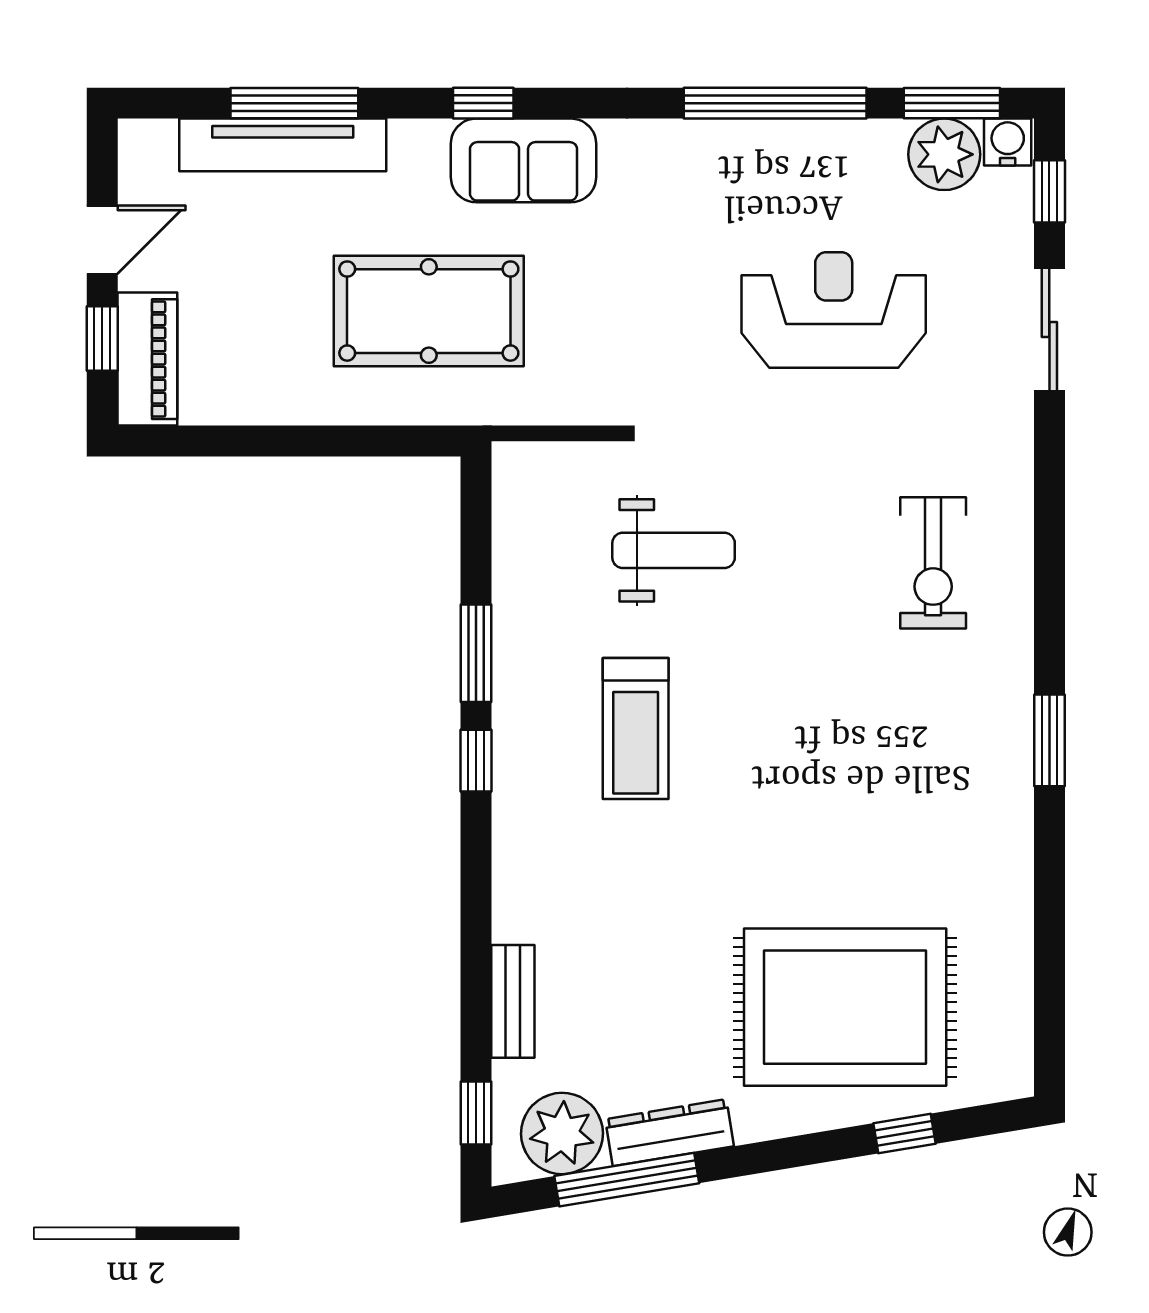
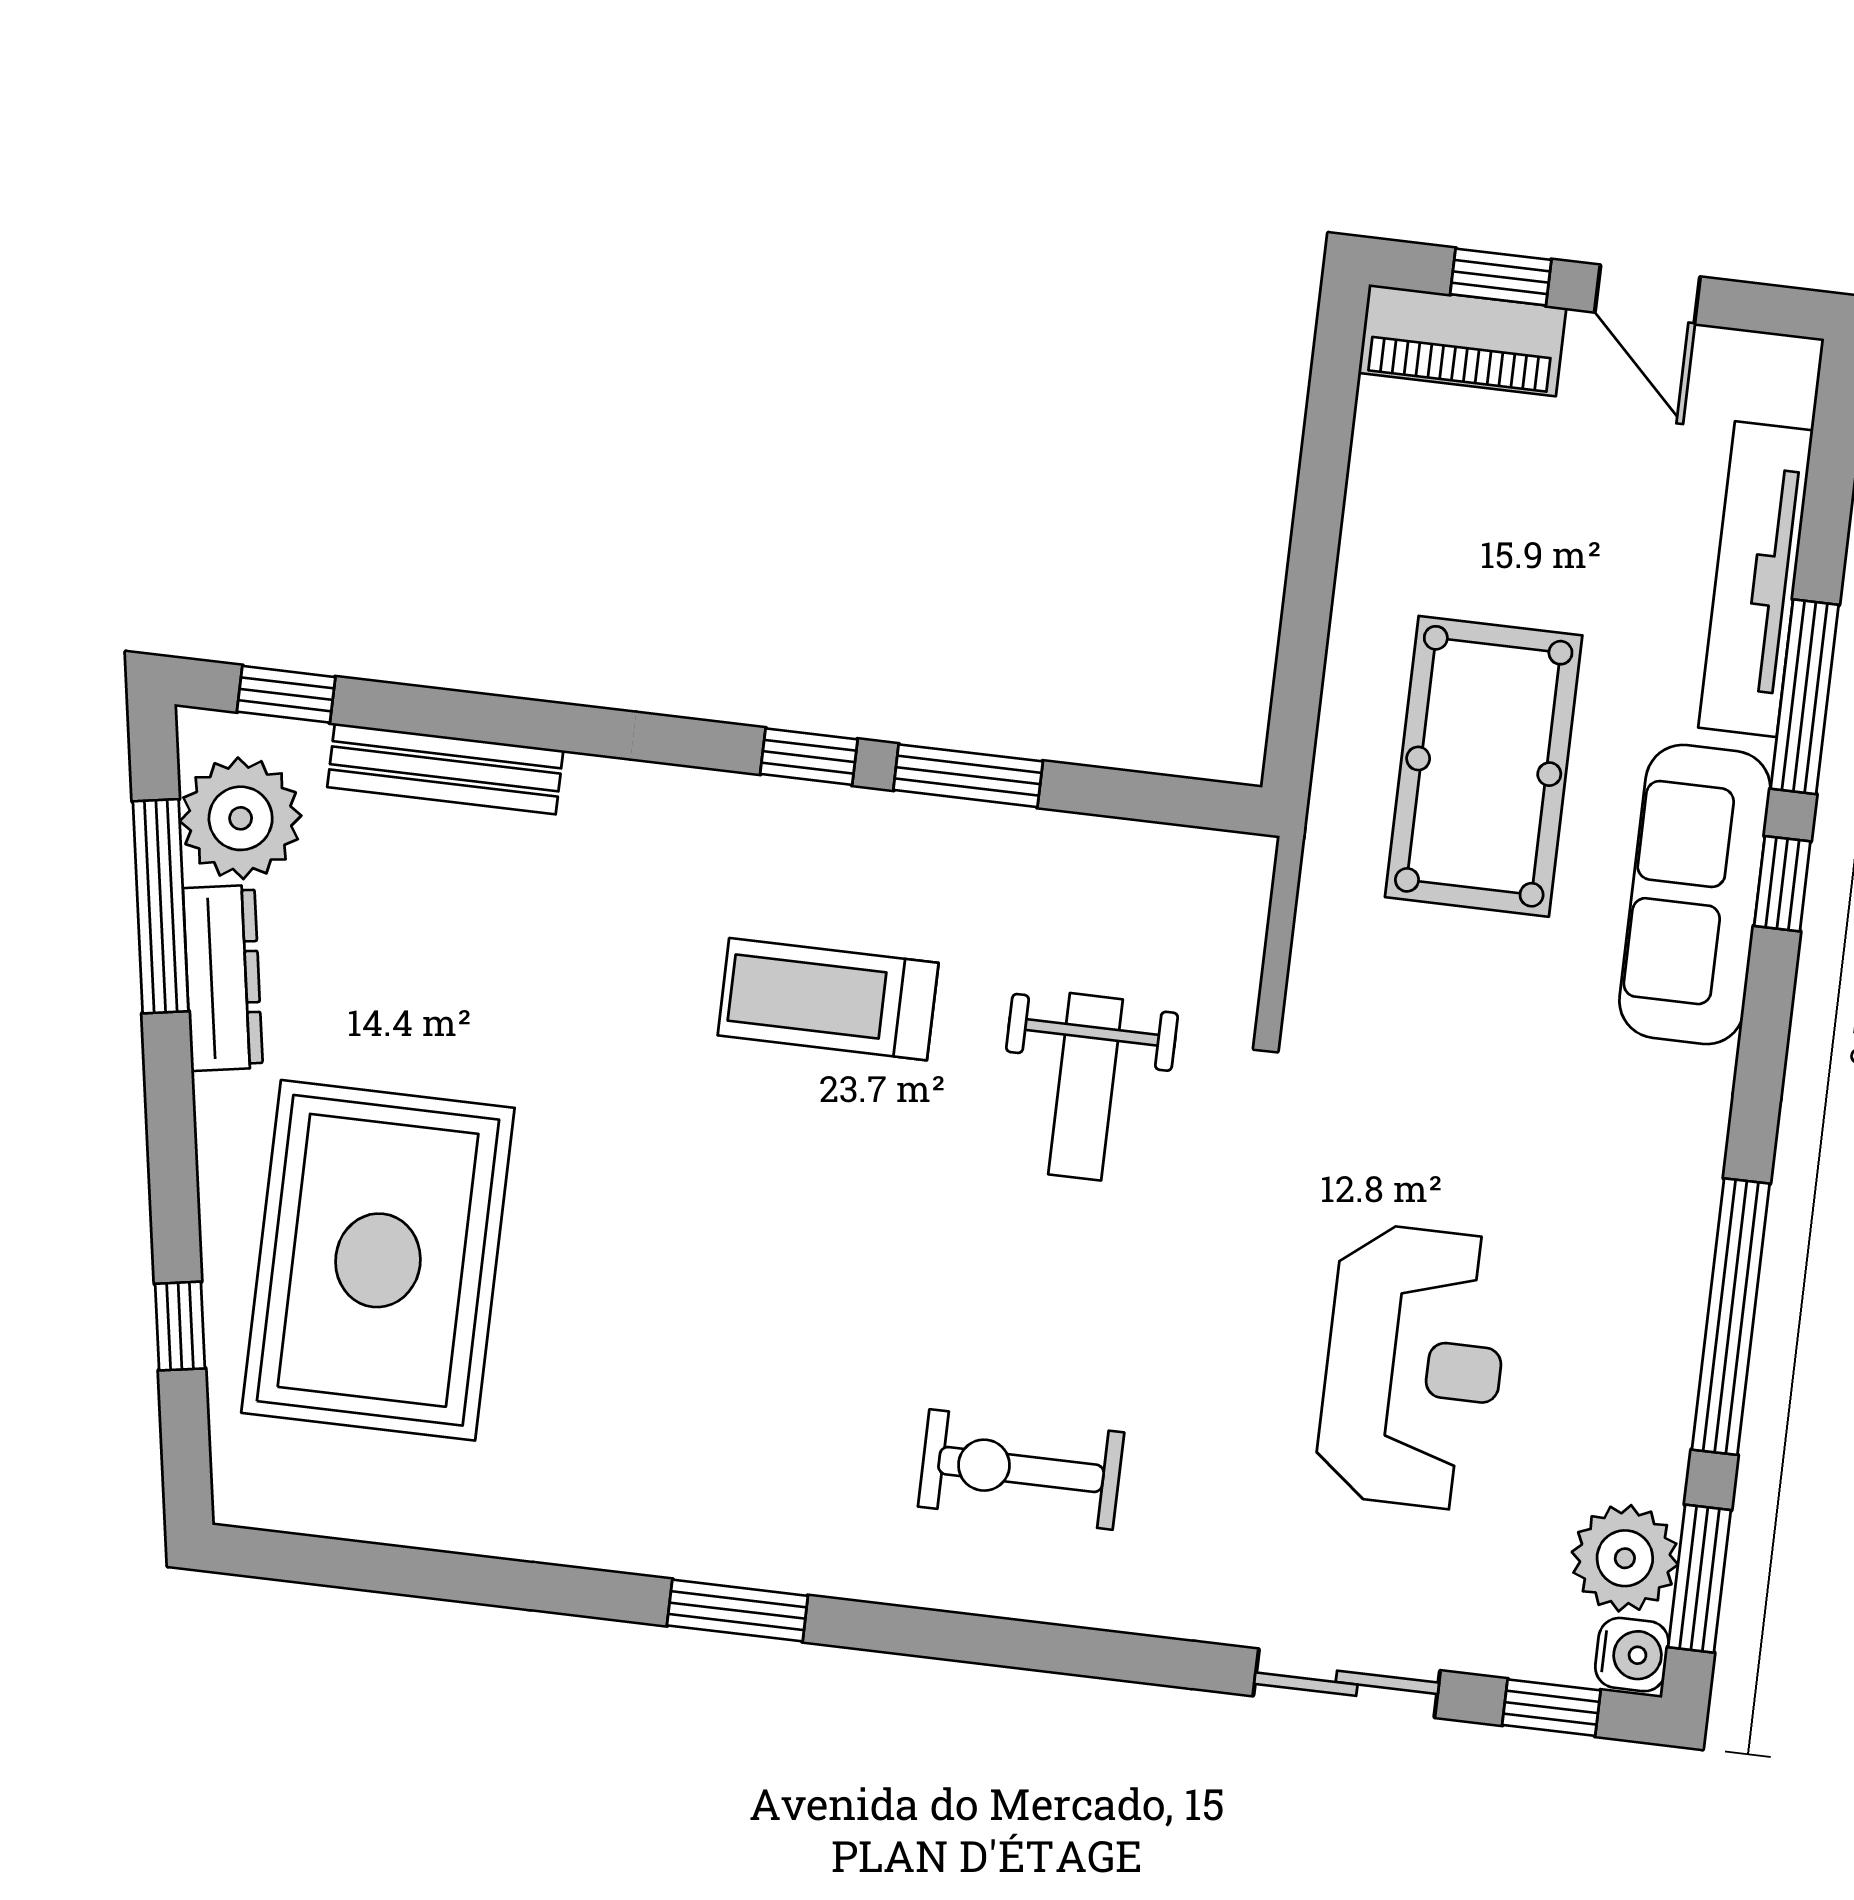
window: (294, 103) -> (1805, 697), moved
sofa: (524, 160) -> (1695, 895), width x1.36
bench: (513, 1001) -> (445, 769), width x1.36

